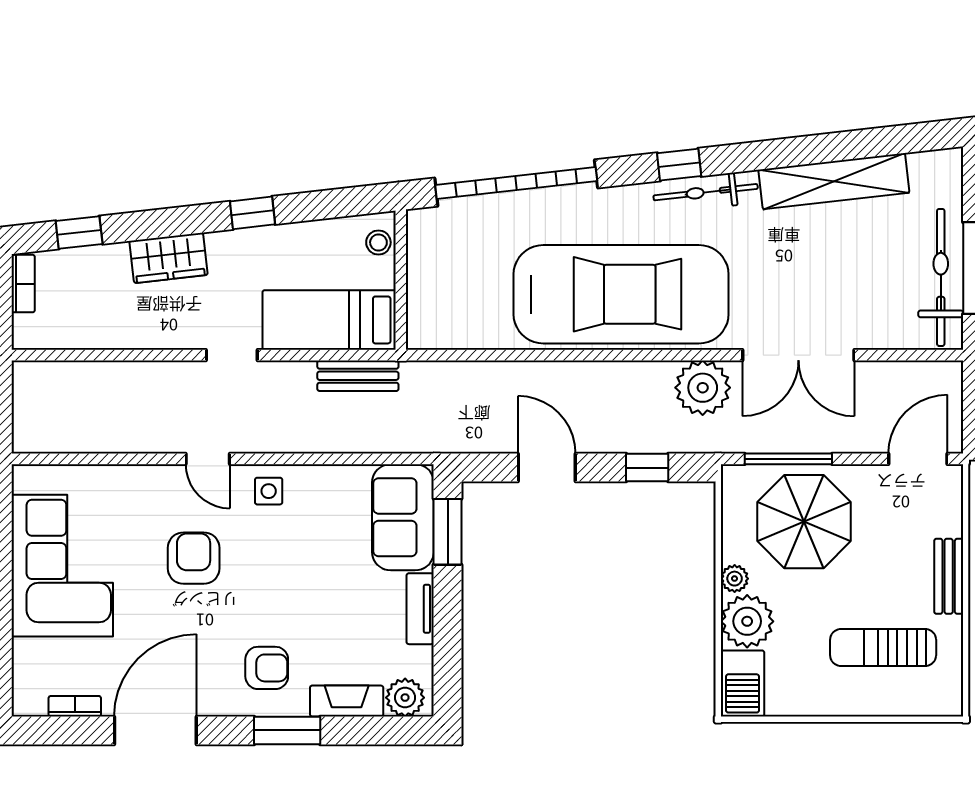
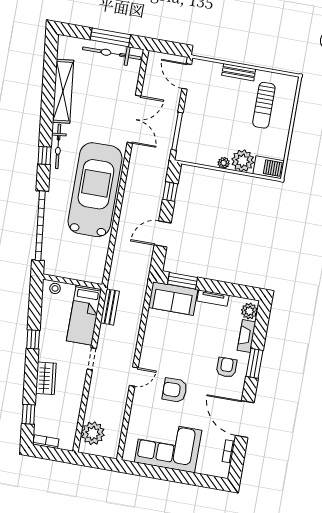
plant: (703, 388) -> (93, 433), moved
side table: (269, 491) -> (152, 353), removed
parasol: (804, 522) -> (205, 129), removed

